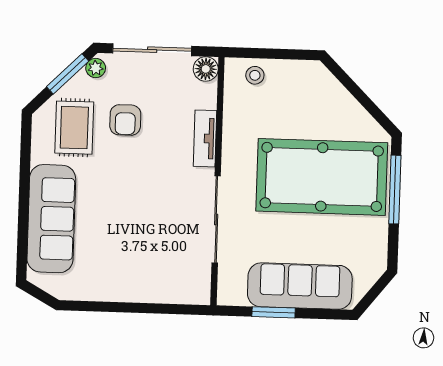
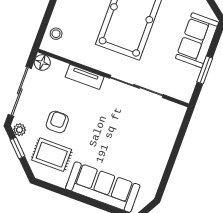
window: (68, 74) -> (17, 148), width x0.67
armchair: (125, 120) -> (57, 122), turned -90
sofa: (300, 286) -> (197, 40), width x0.73

